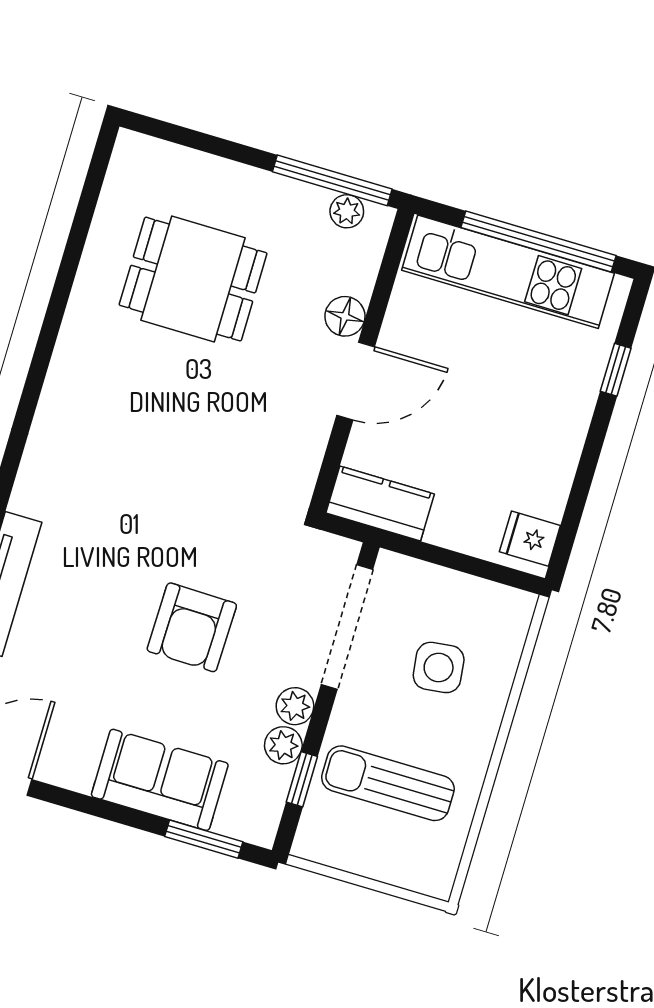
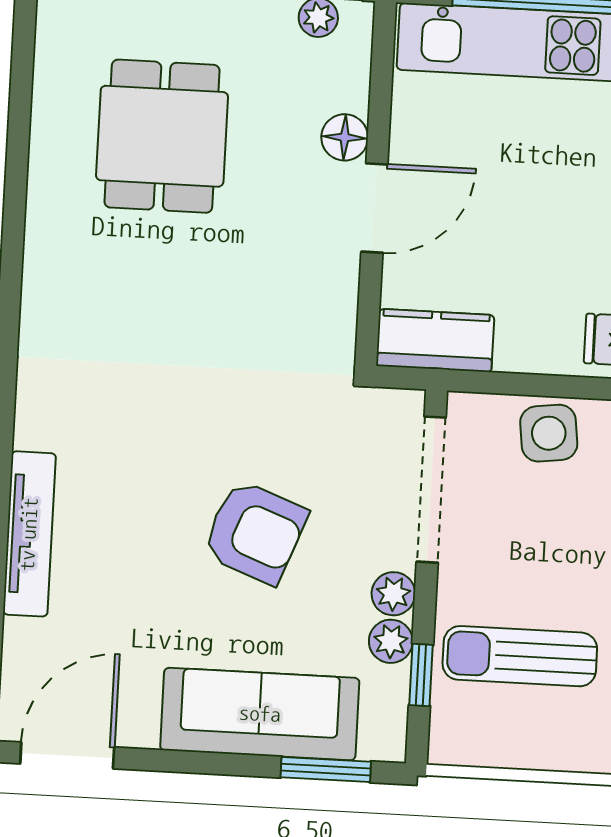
dining table: (193, 279) -> (162, 136), turned 90
armchair: (192, 627) -> (255, 532), turned -70
side table: (439, 667) -> (549, 433), moved
sofa: (160, 780) -> (260, 714), width x1.36

